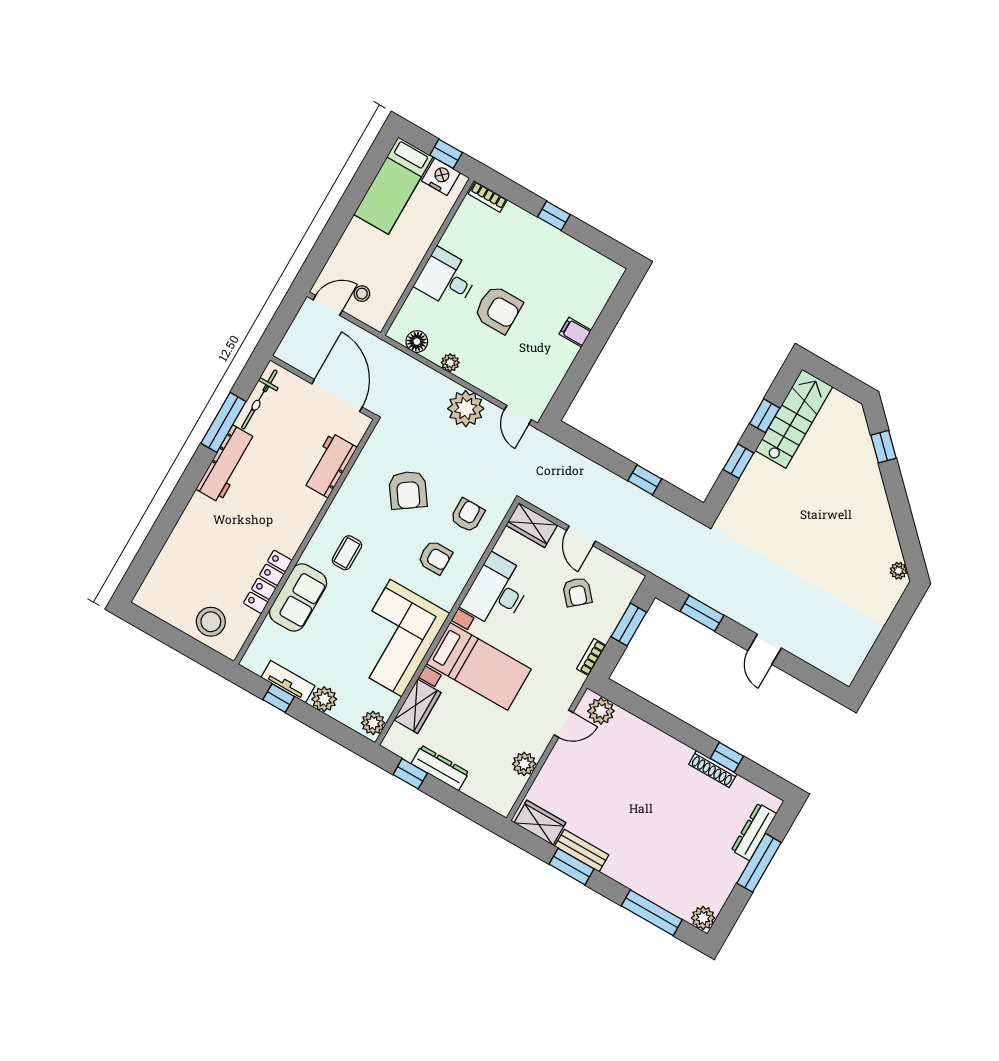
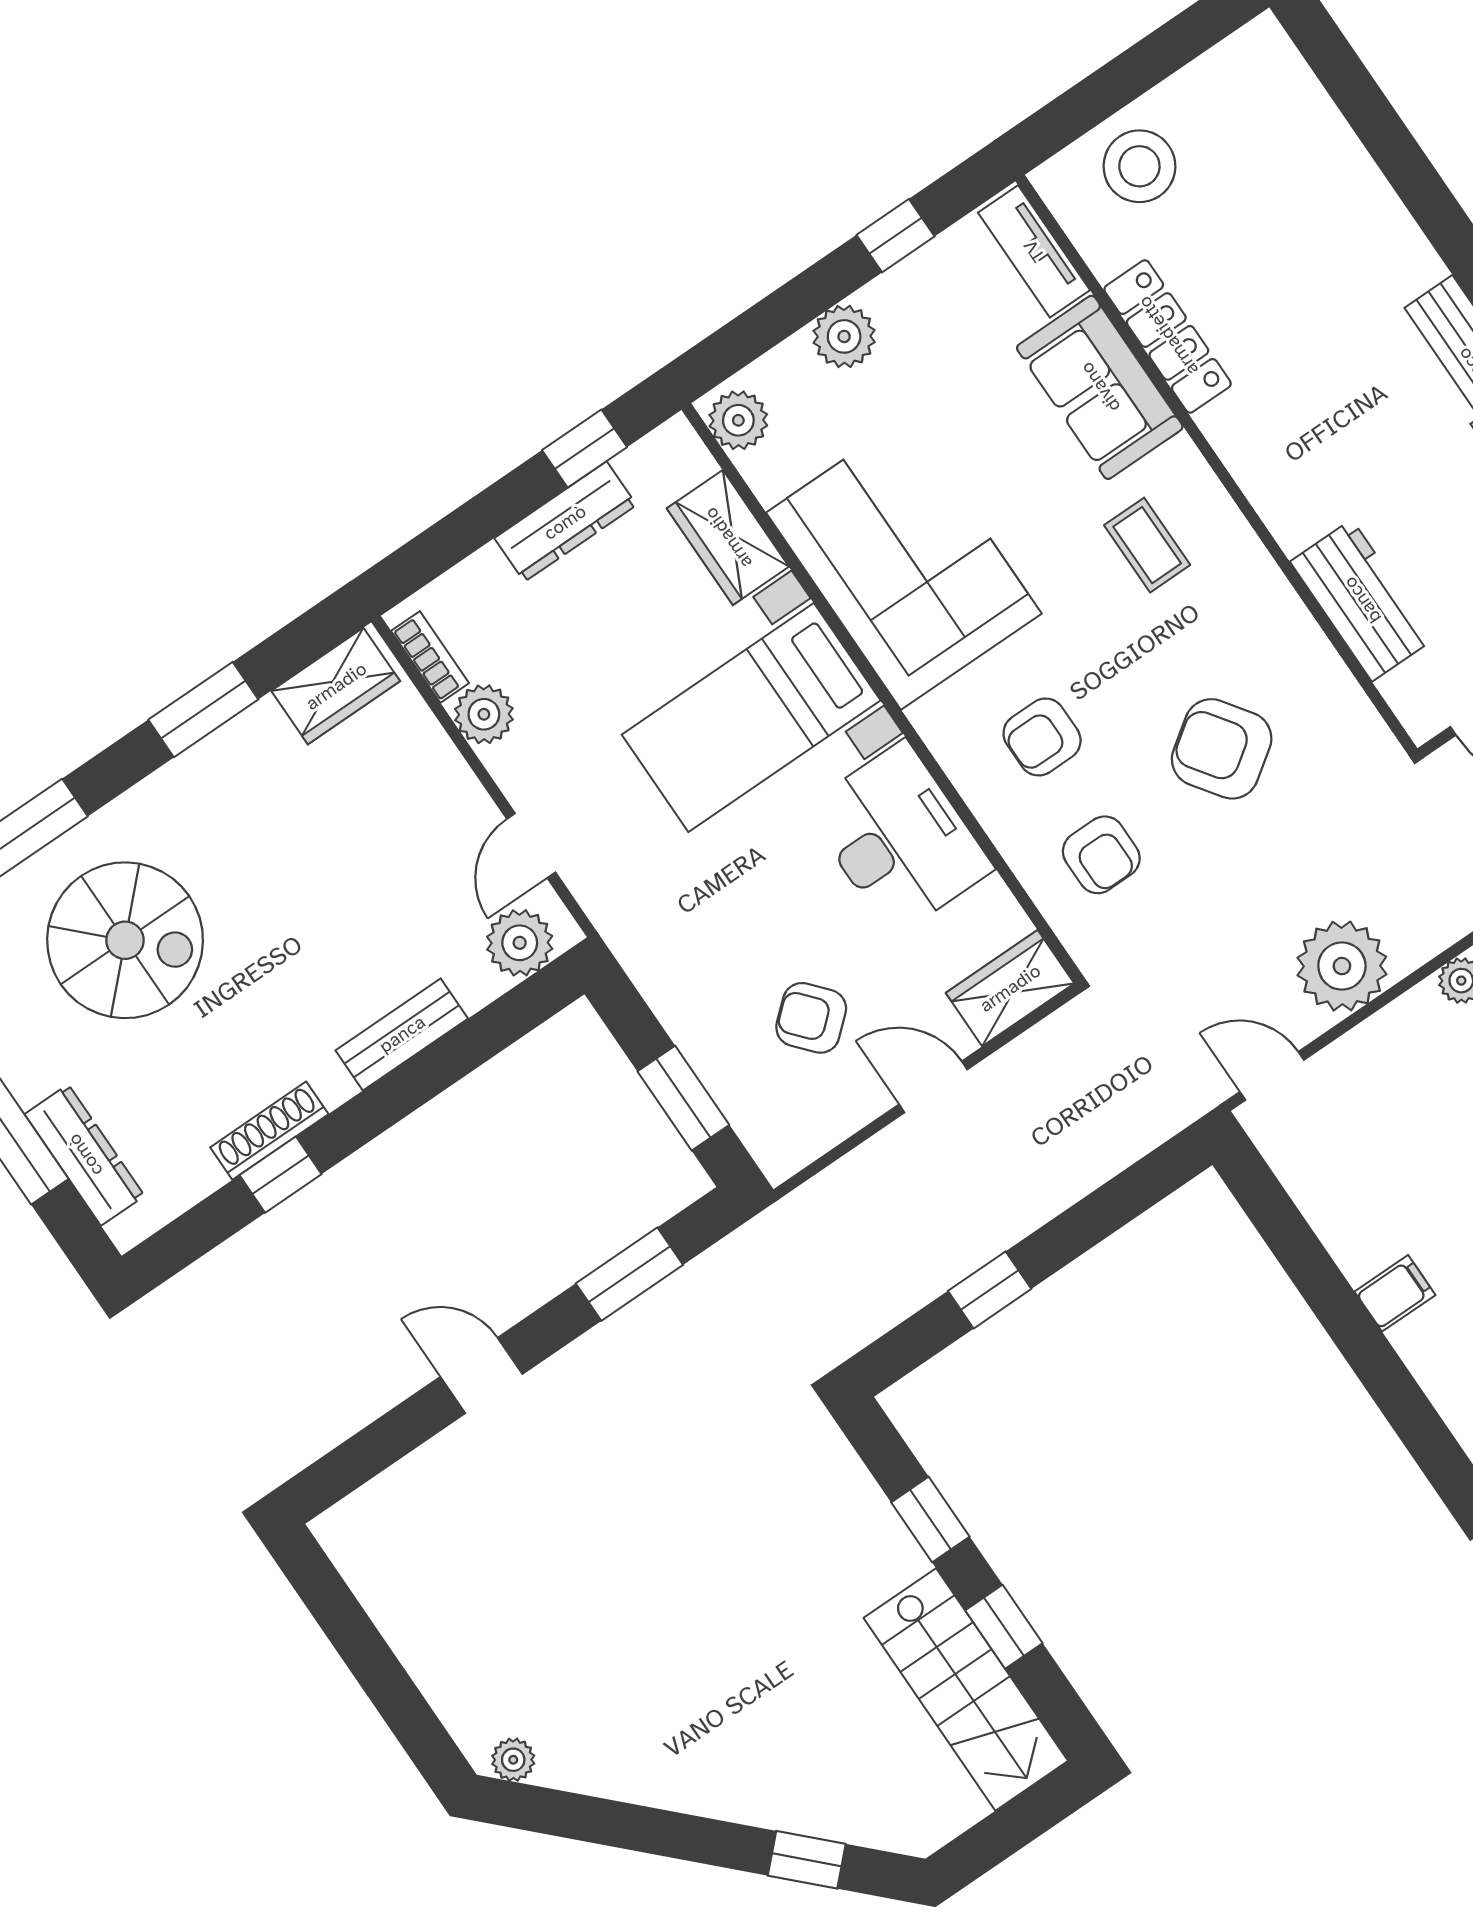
bookcase: (591, 657) -> (430, 657), moved
tv unit: (288, 682) -> (1034, 251), moved, turned 90
bench: (582, 850) -> (402, 1034), moved
spiral stairs: (669, 855) -> (125, 940), added

